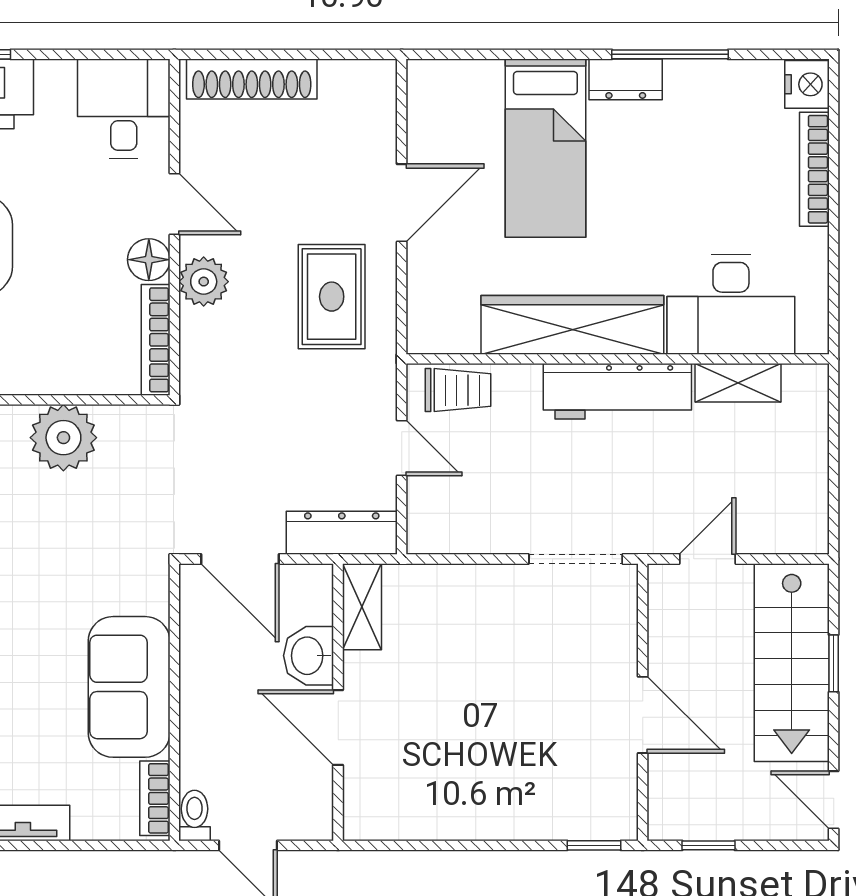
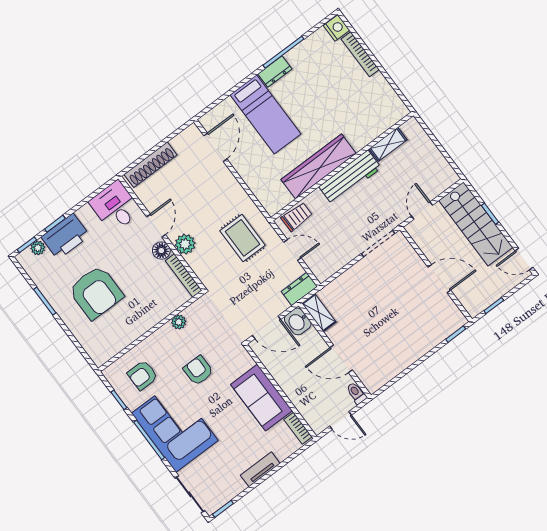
door: (402, 203) -> (215, 147), moved
door: (174, 204) -> (156, 226), hinge flipped
rug: (332, 297) -> (243, 238), moved
desk: (731, 304) -> (366, 120), removed
plant: (63, 438) -> (179, 322), width x0.53, depth x0.53
dresser: (342, 533) -> (299, 289), width x0.70
armchair: (47, 543) -> (198, 370), added
washbasin: (309, 656) -> (298, 321), moved
toilet: (195, 815) -> (356, 393), moved

